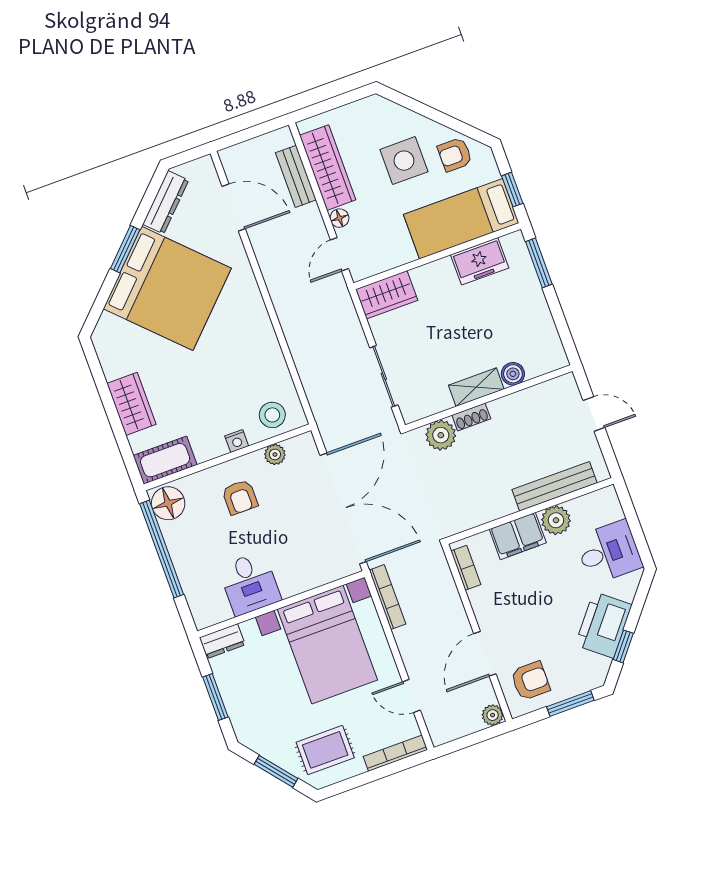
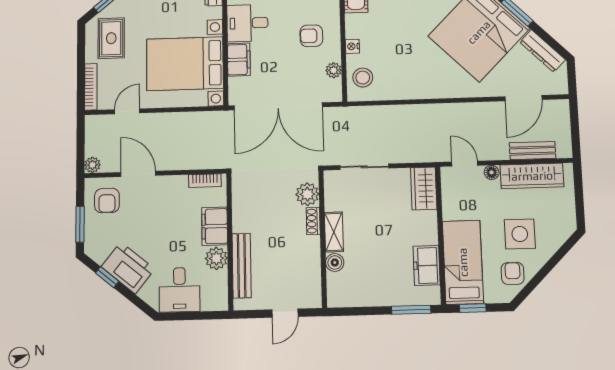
filing cabinet: (300, 578) -> (239, 60), added
bookcase: (387, 597) -> (204, 117), removed

